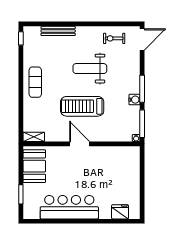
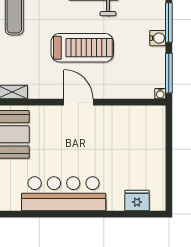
treadmill: (82, 106) -> (82, 48), turned 180

